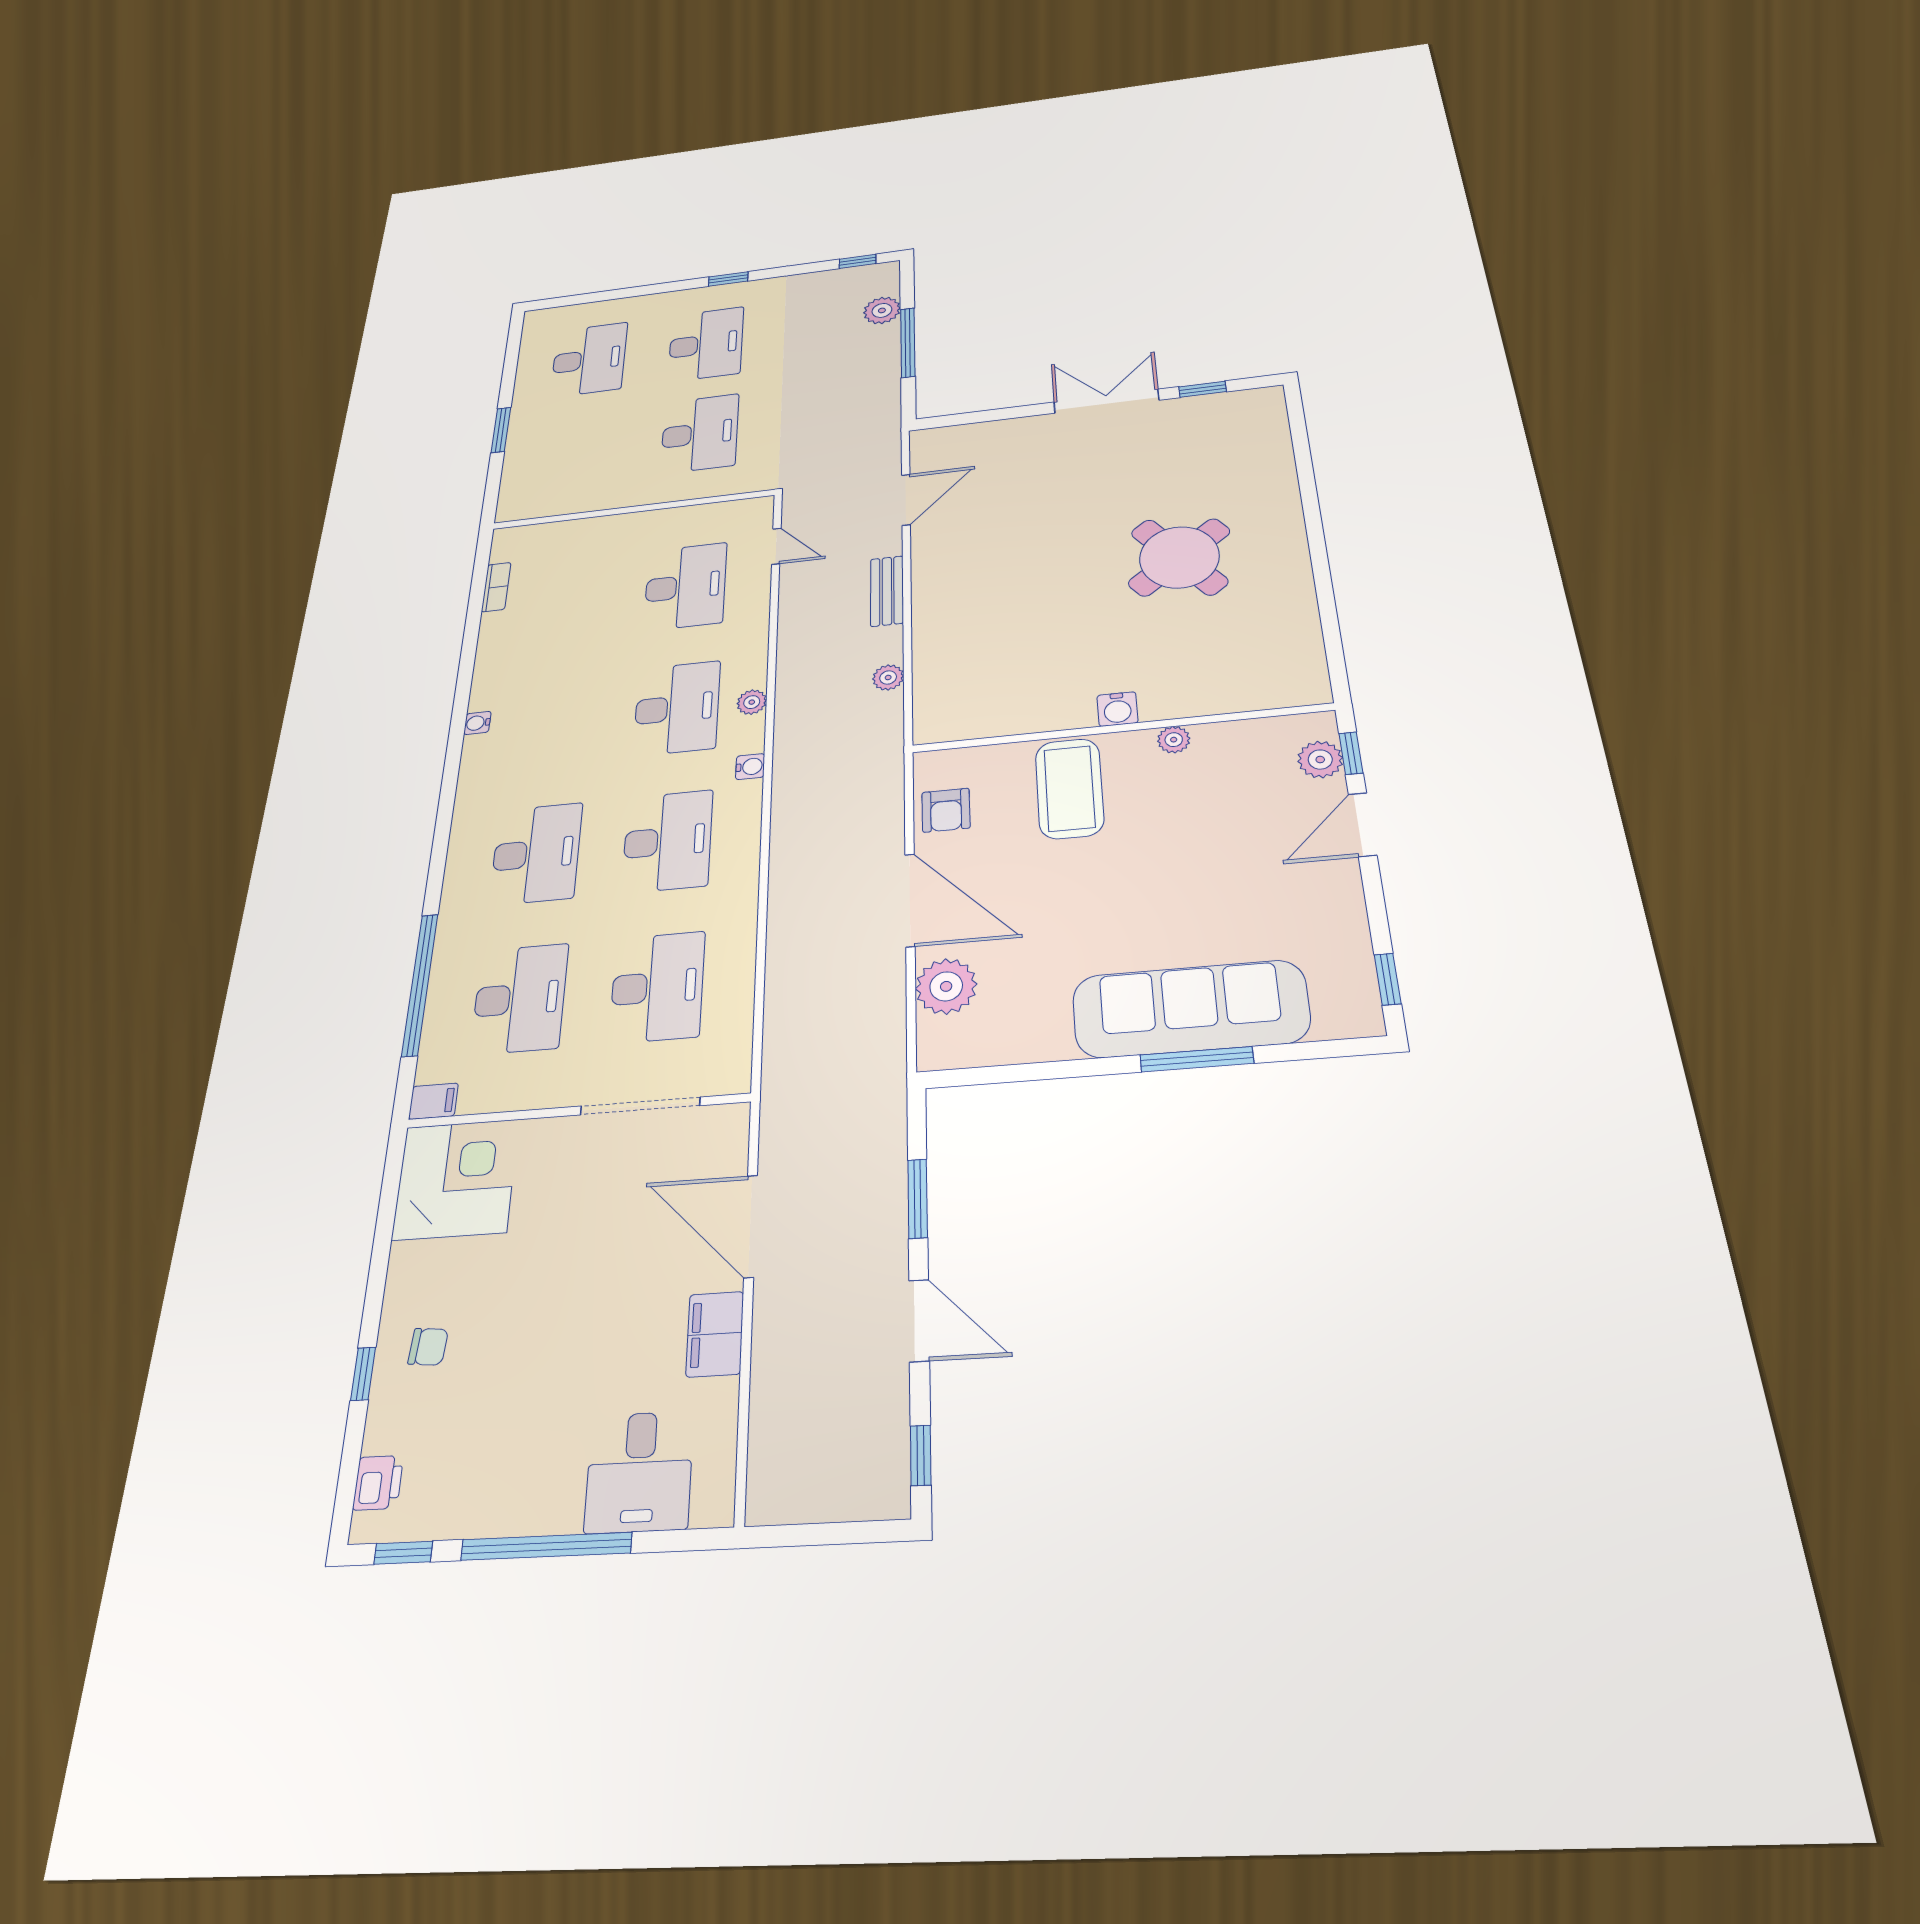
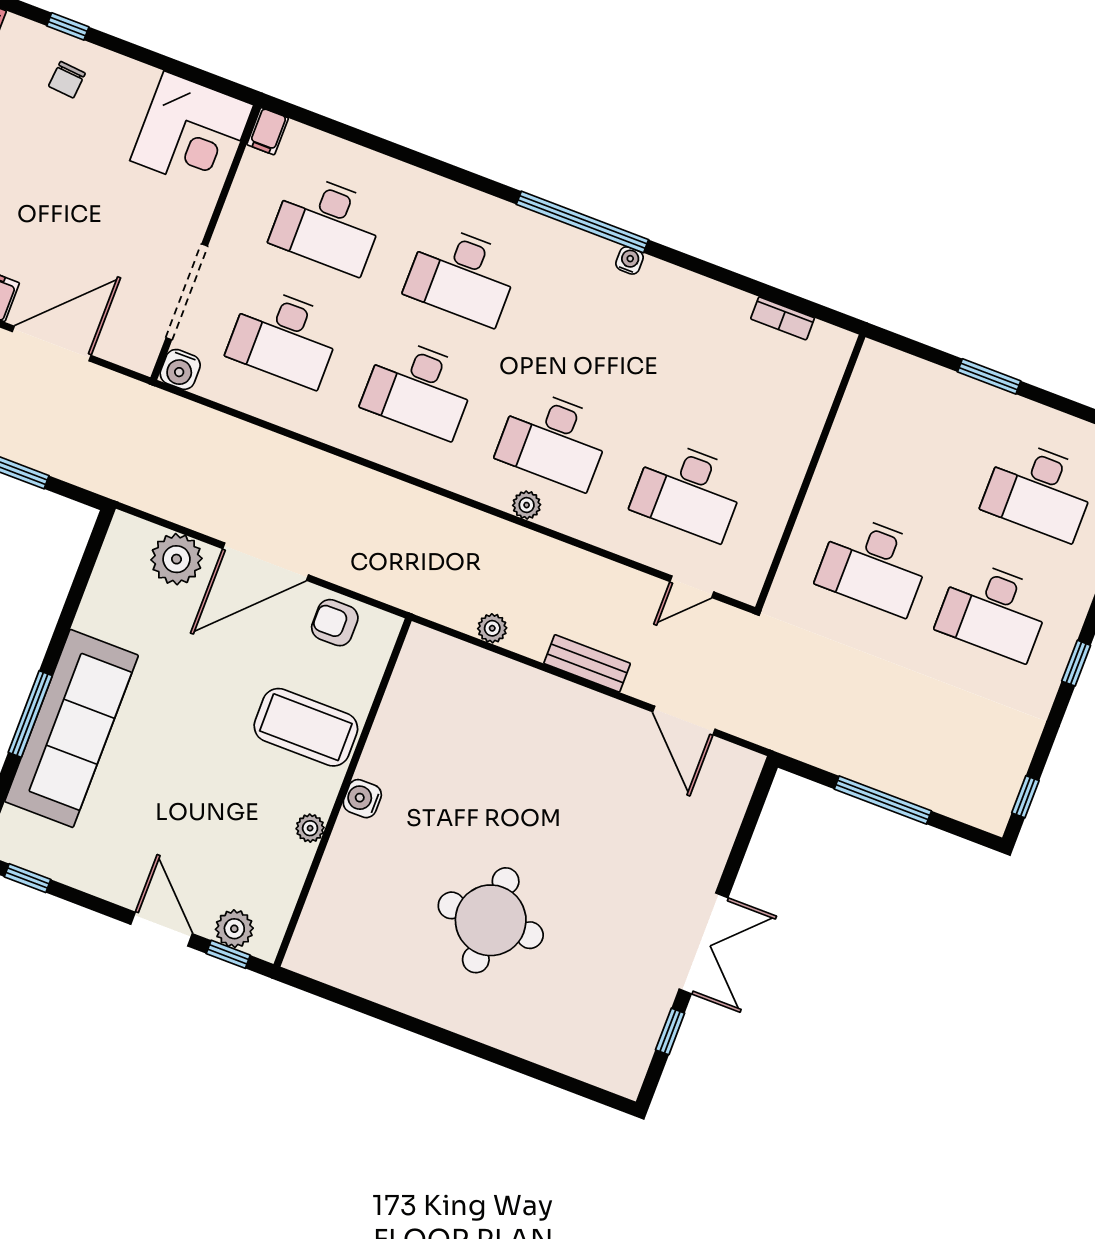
plant: (882, 310) -> (941, 793), removed
round table: (1179, 557) -> (491, 920), turned 38
water cooler: (750, 767) -> (180, 369), moved, width x1.38, depth x1.38
window: (420, 984) -> (582, 222), moved

